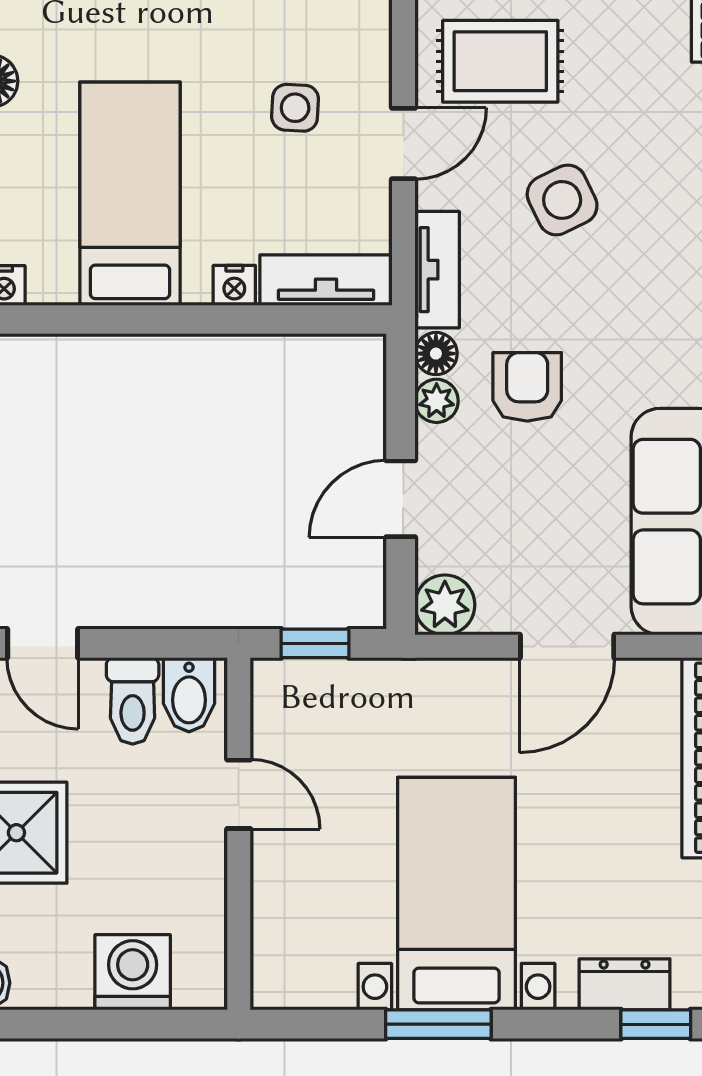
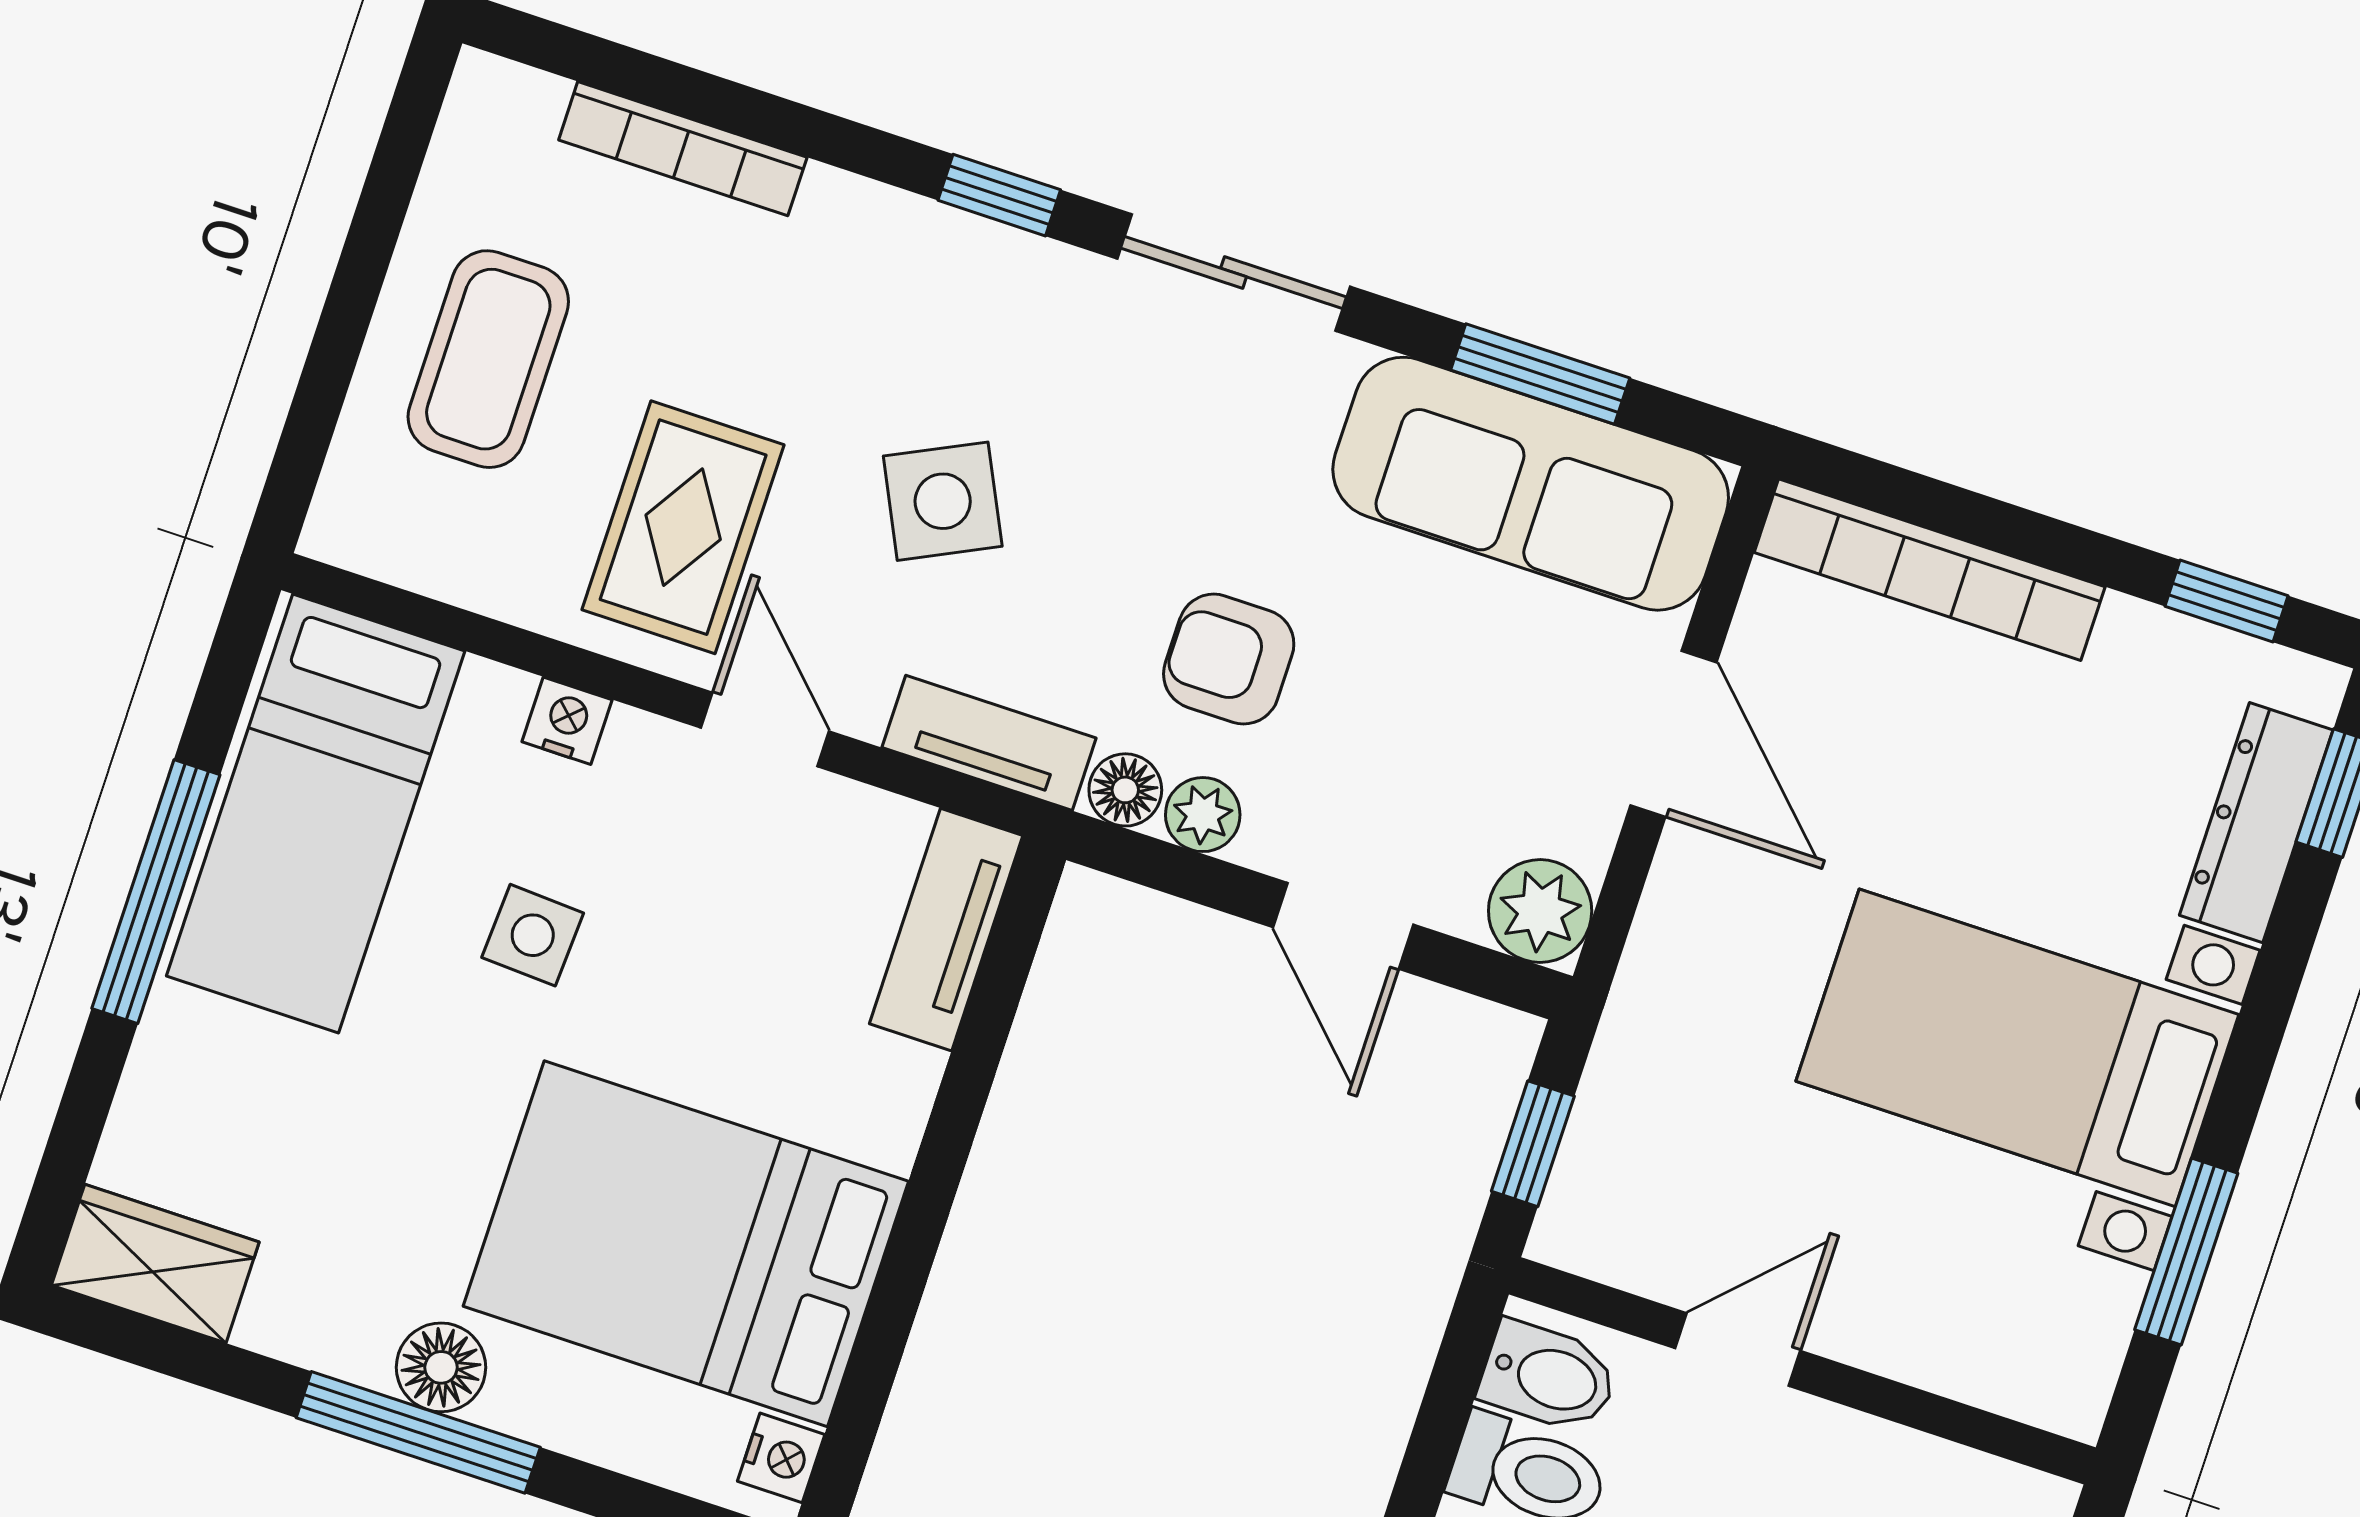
side table: (295, 108) -> (533, 935), moved
bed: (130, 194) -> (686, 1244), width x1.50
nightstand: (234, 285) -> (567, 721), moved, turned -90
dresser: (625, 984) -> (2256, 823), width x1.44
window: (438, 1024) -> (2186, 1251), moved

